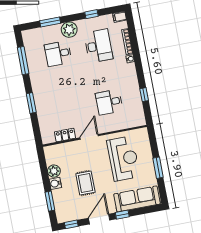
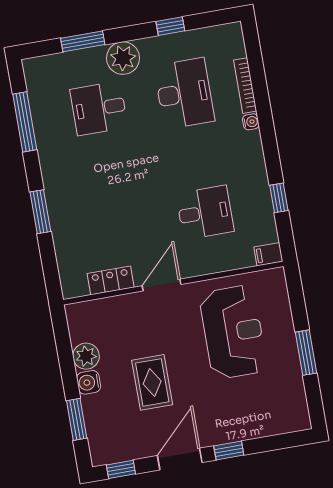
filing cabinet: (120, 17) -> (268, 254), moved
desk: (109, 102) -> (205, 212), turned 180
sofa: (137, 199) -> (260, 418), removed

